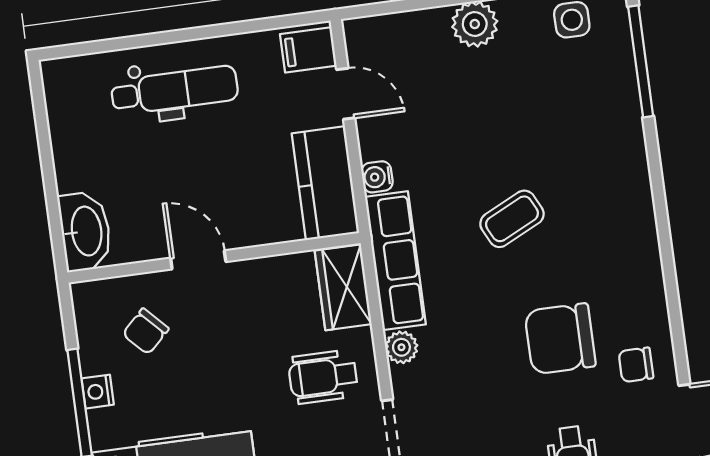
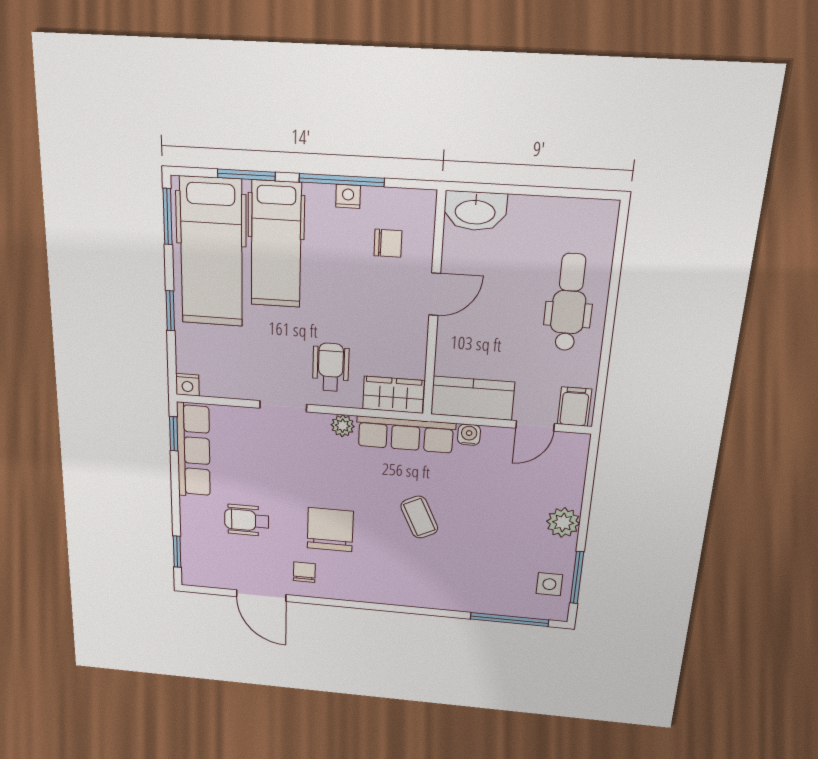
dental chair: (175, 90) -> (569, 303), turned 180
chair: (146, 331) -> (388, 243), turned 134

